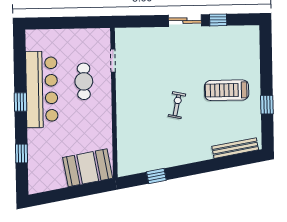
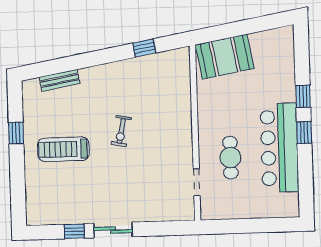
treadmill: (227, 90) -> (63, 149), turned 180
bench: (235, 148) -> (59, 80), width x0.73
window: (22, 153) -> (303, 96), moved

